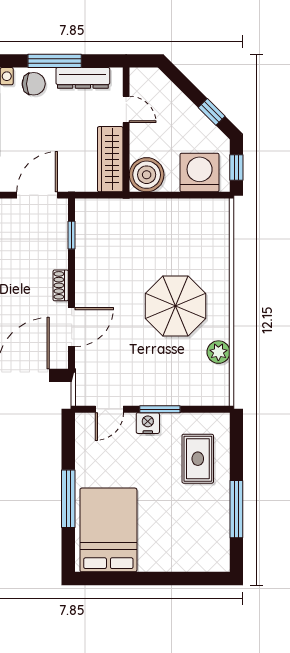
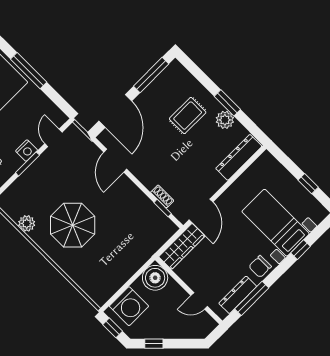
window: (55, 61) -> (252, 298), moved
wardrobe: (110, 159) -> (182, 246), moved, turned 90
shoe rack: (61, 285) -> (162, 196), moved

